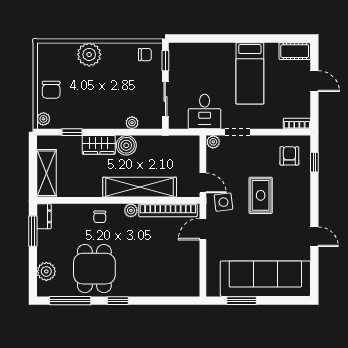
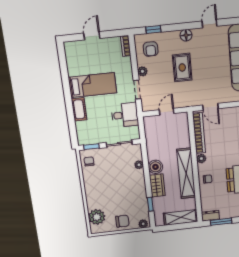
cot: (295, 51) -> (79, 109), moved
plant: (89, 54) -> (97, 217), moved
plant: (213, 142) -> (142, 71), moved
armchair: (289, 156) -> (151, 49), turned -90
door: (203, 183) -> (167, 112), moved
shelving: (140, 187) -> (186, 173), moved
rug: (261, 195) -> (182, 67), turned 90
side table: (223, 202) -> (190, 94), removed
floor lamp: (303, 204) -> (186, 35), added

